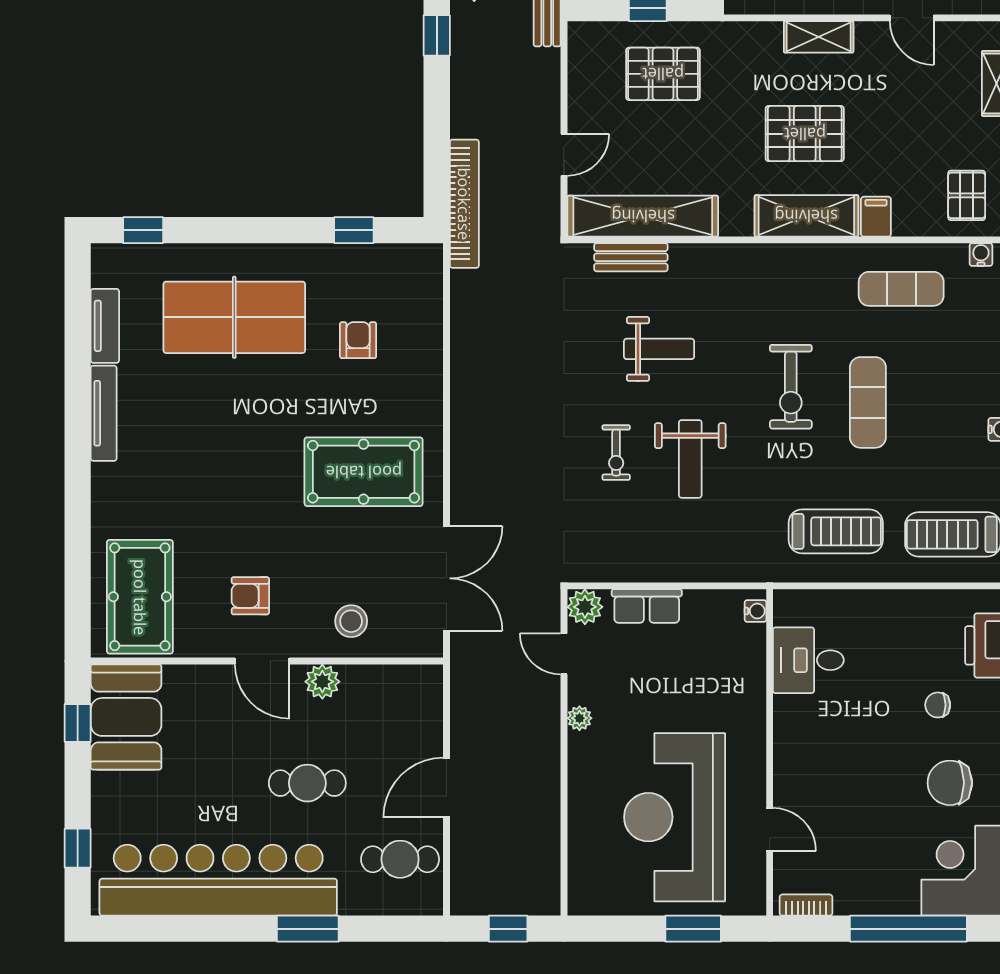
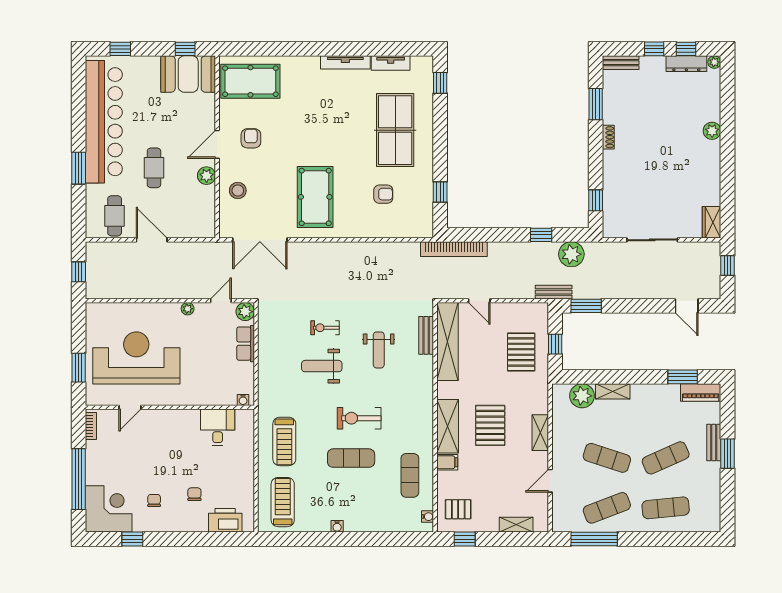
chair: (950, 783) -> (154, 500), width x0.54, depth x0.54

